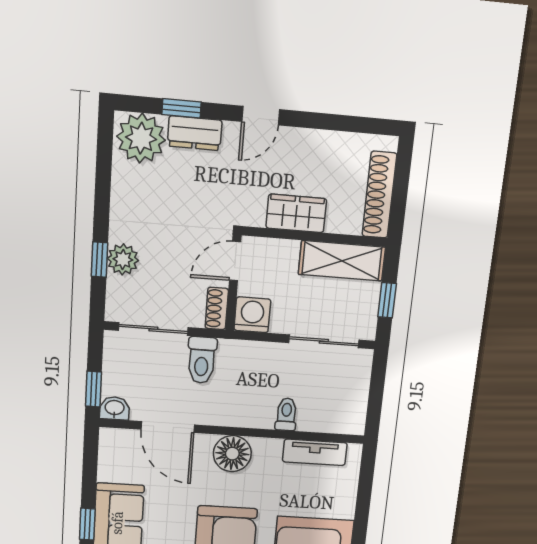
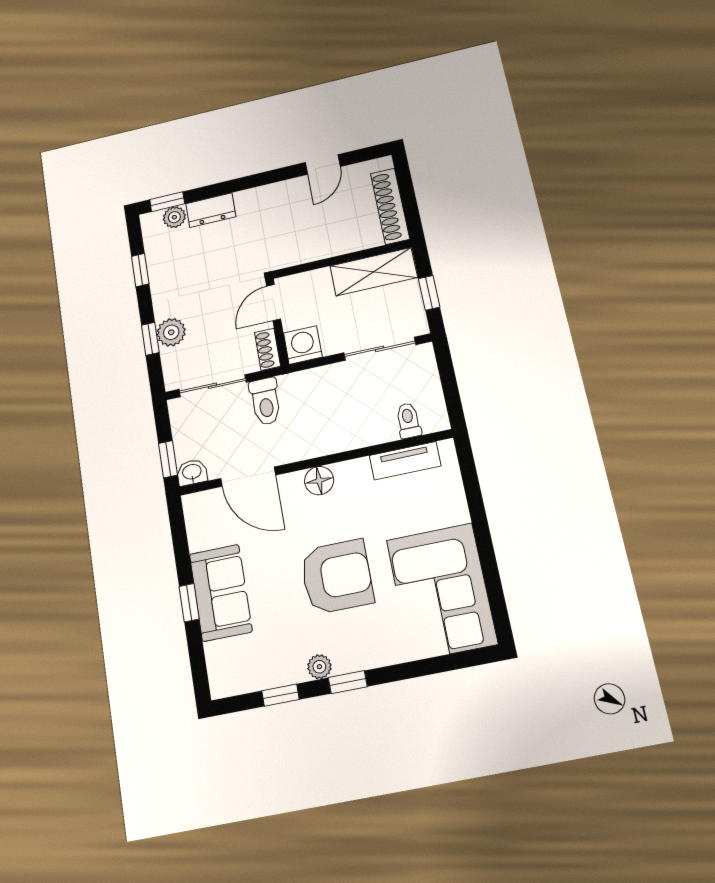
window: (182, 108) -> (167, 202), moved
door: (261, 116) -> (323, 165), moved
plant: (141, 138) -> (174, 217), width x0.53, depth x0.53
window: (103, 178) -> (140, 270), added
wardrobe: (296, 213) -> (318, 245), removed
toilet: (286, 414) -> (408, 421), moved
floor lamp: (232, 454) -> (319, 481), width x0.73, depth x0.73

